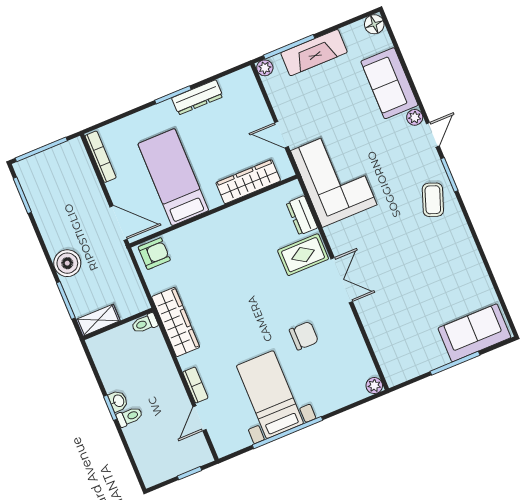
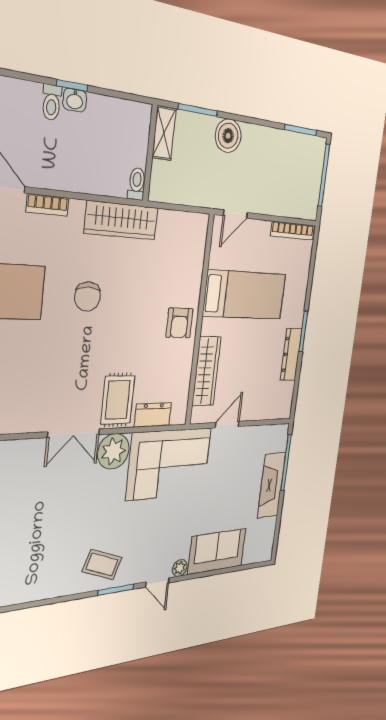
floor lamp: (374, 24) -> (265, 552), removed
plant: (265, 68) -> (113, 451), moved, width x1.88, depth x1.88
door: (119, 223) -> (235, 214), width x0.73
armchair: (154, 254) -> (179, 323), moved
chair: (304, 336) -> (87, 297), moved

